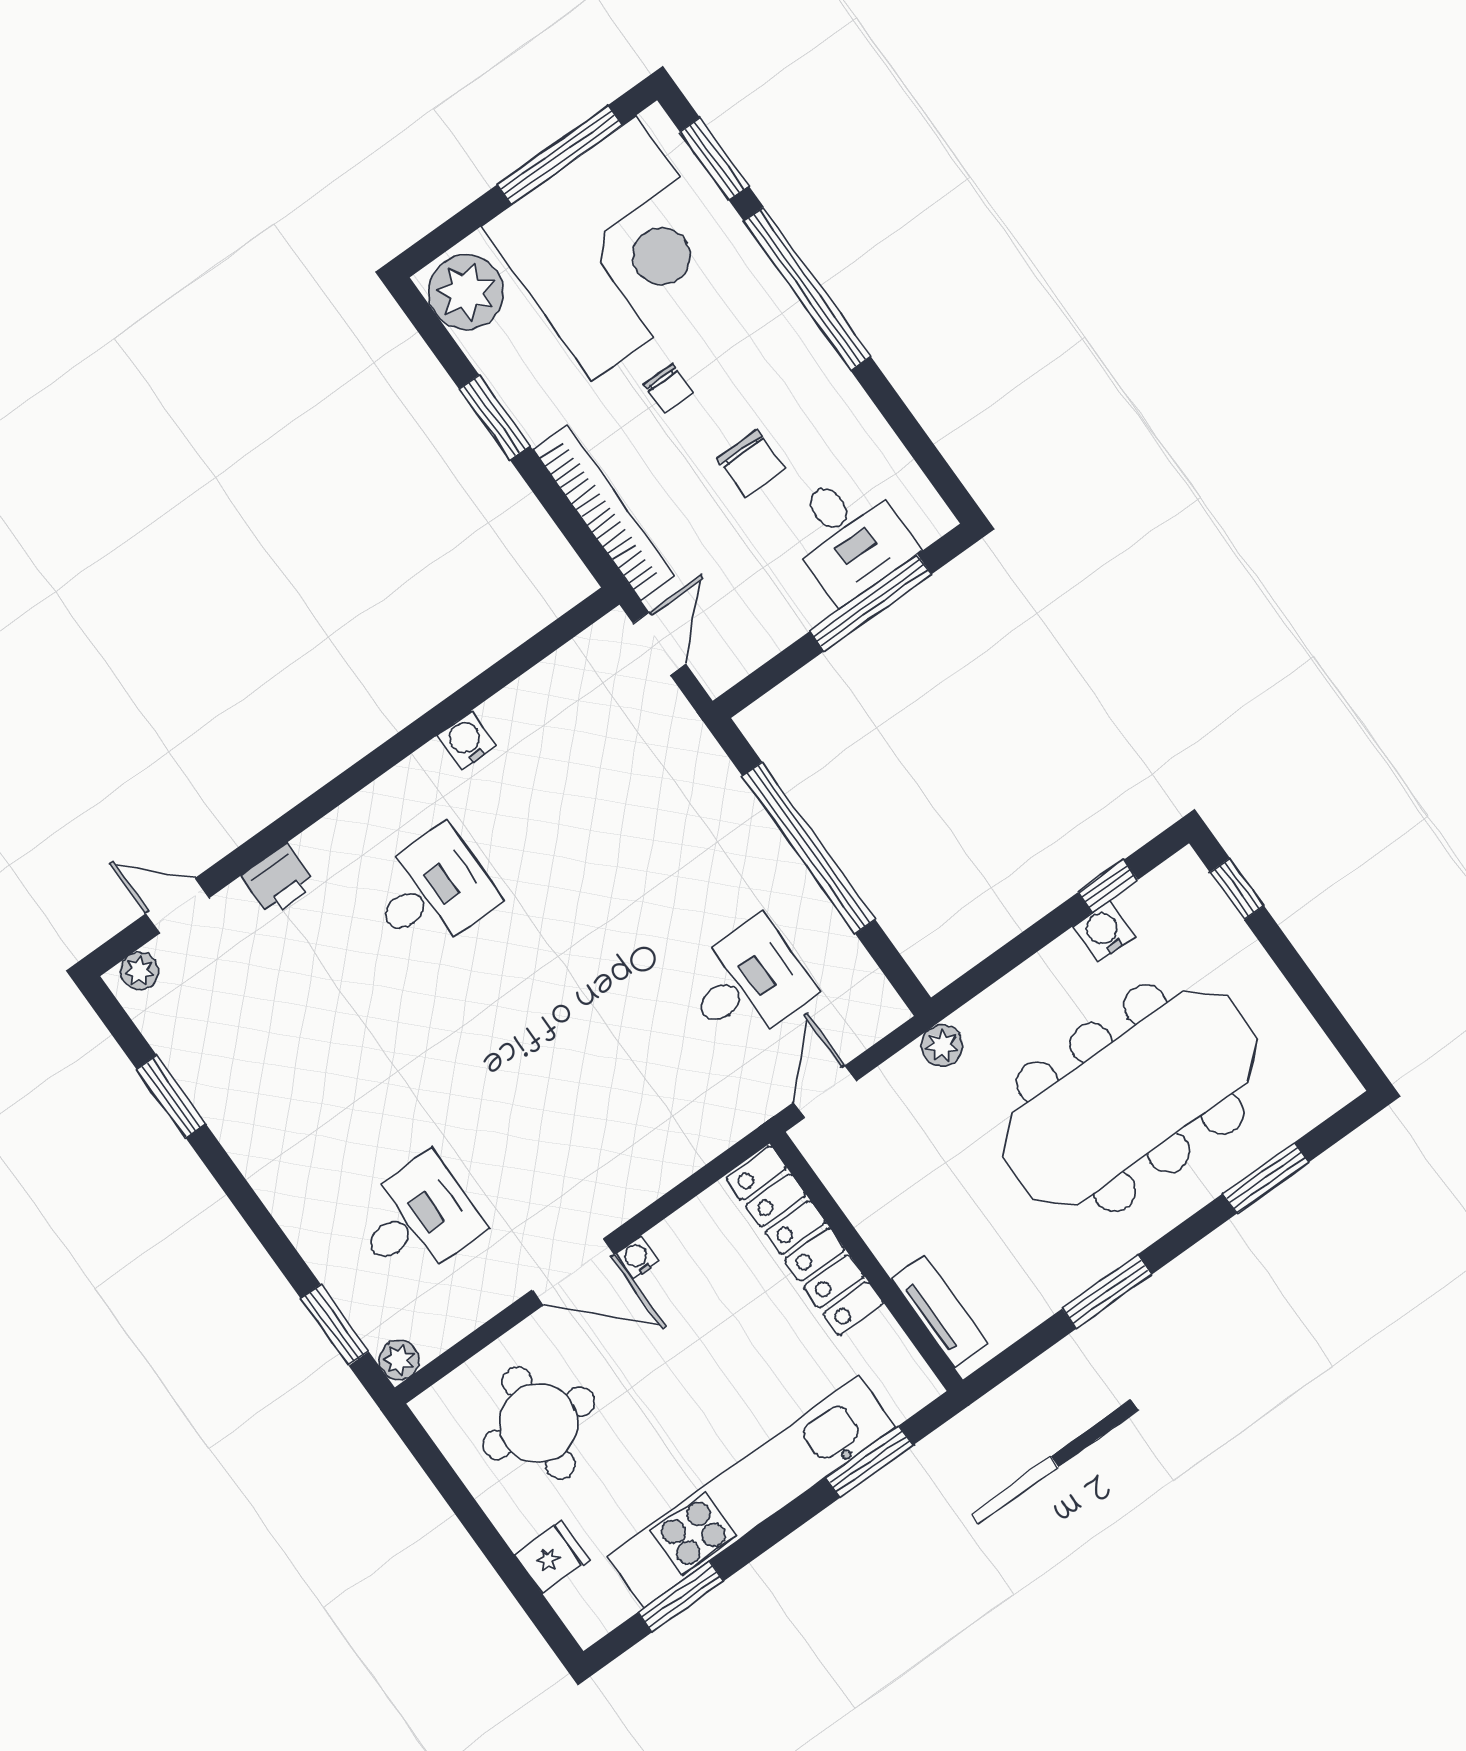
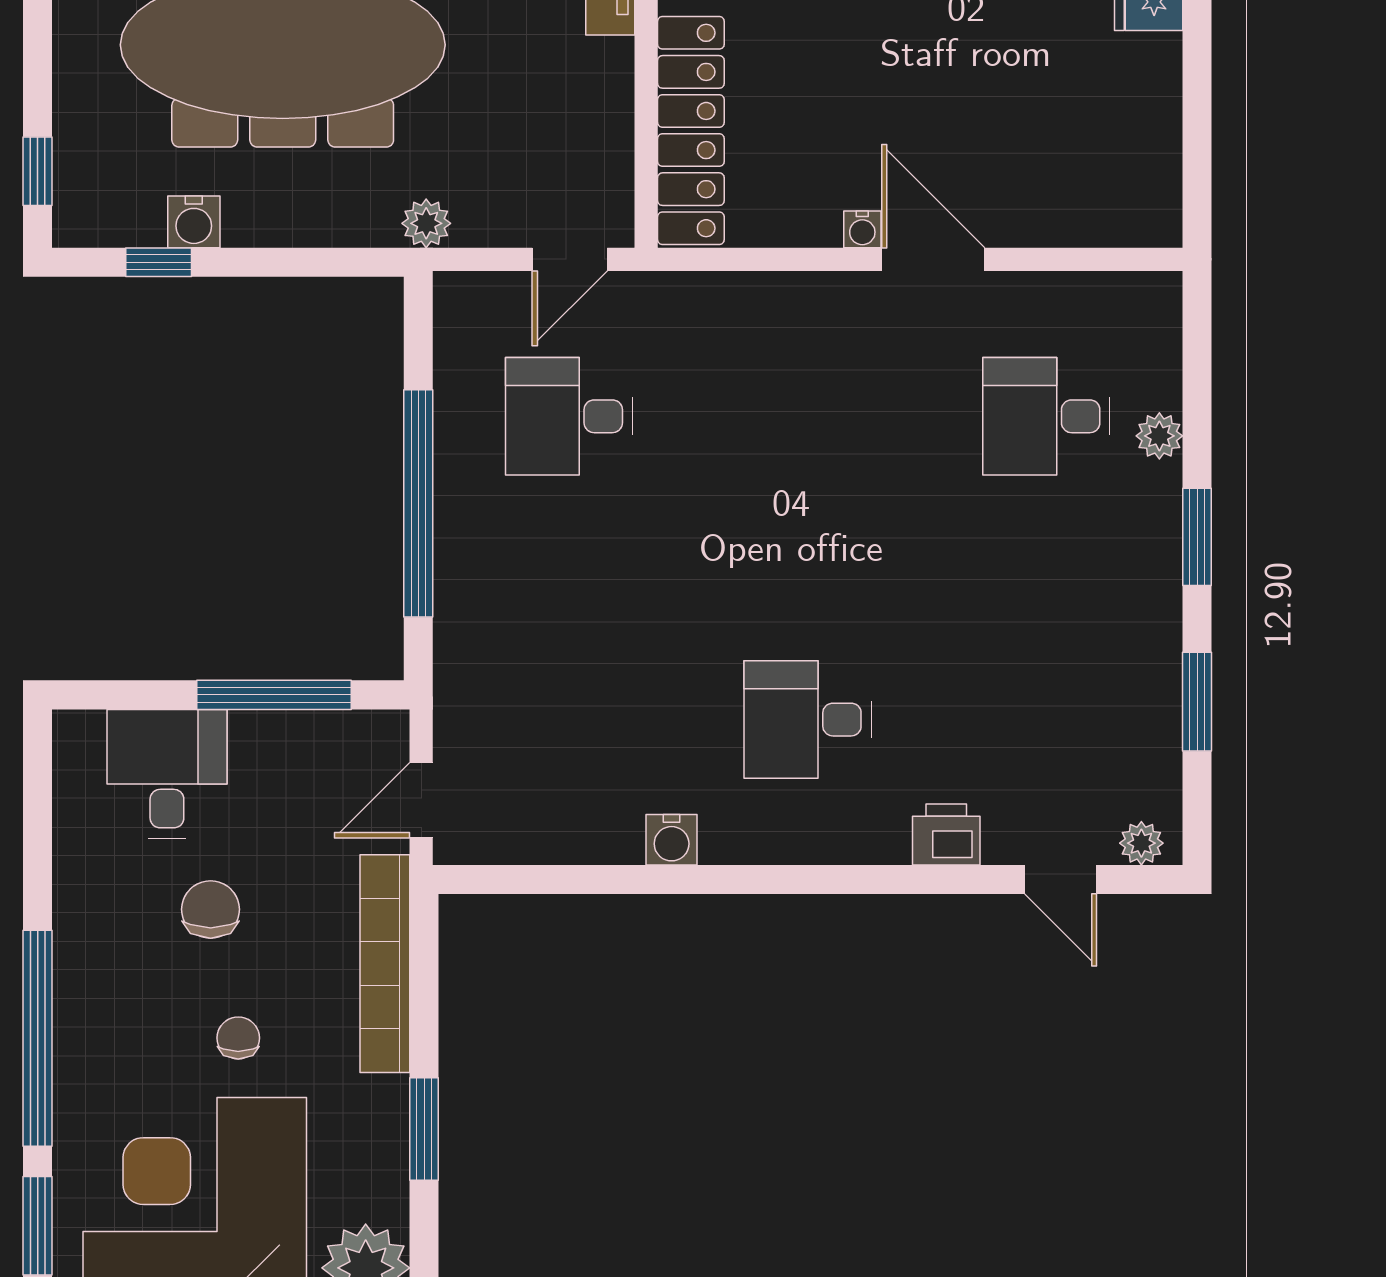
window: (871, 603) -> (274, 695), moved
window: (335, 1325) -> (1197, 537), moved
plant: (399, 1360) -> (1159, 436), moved
round table: (539, 1423) -> (1070, 138), removed

